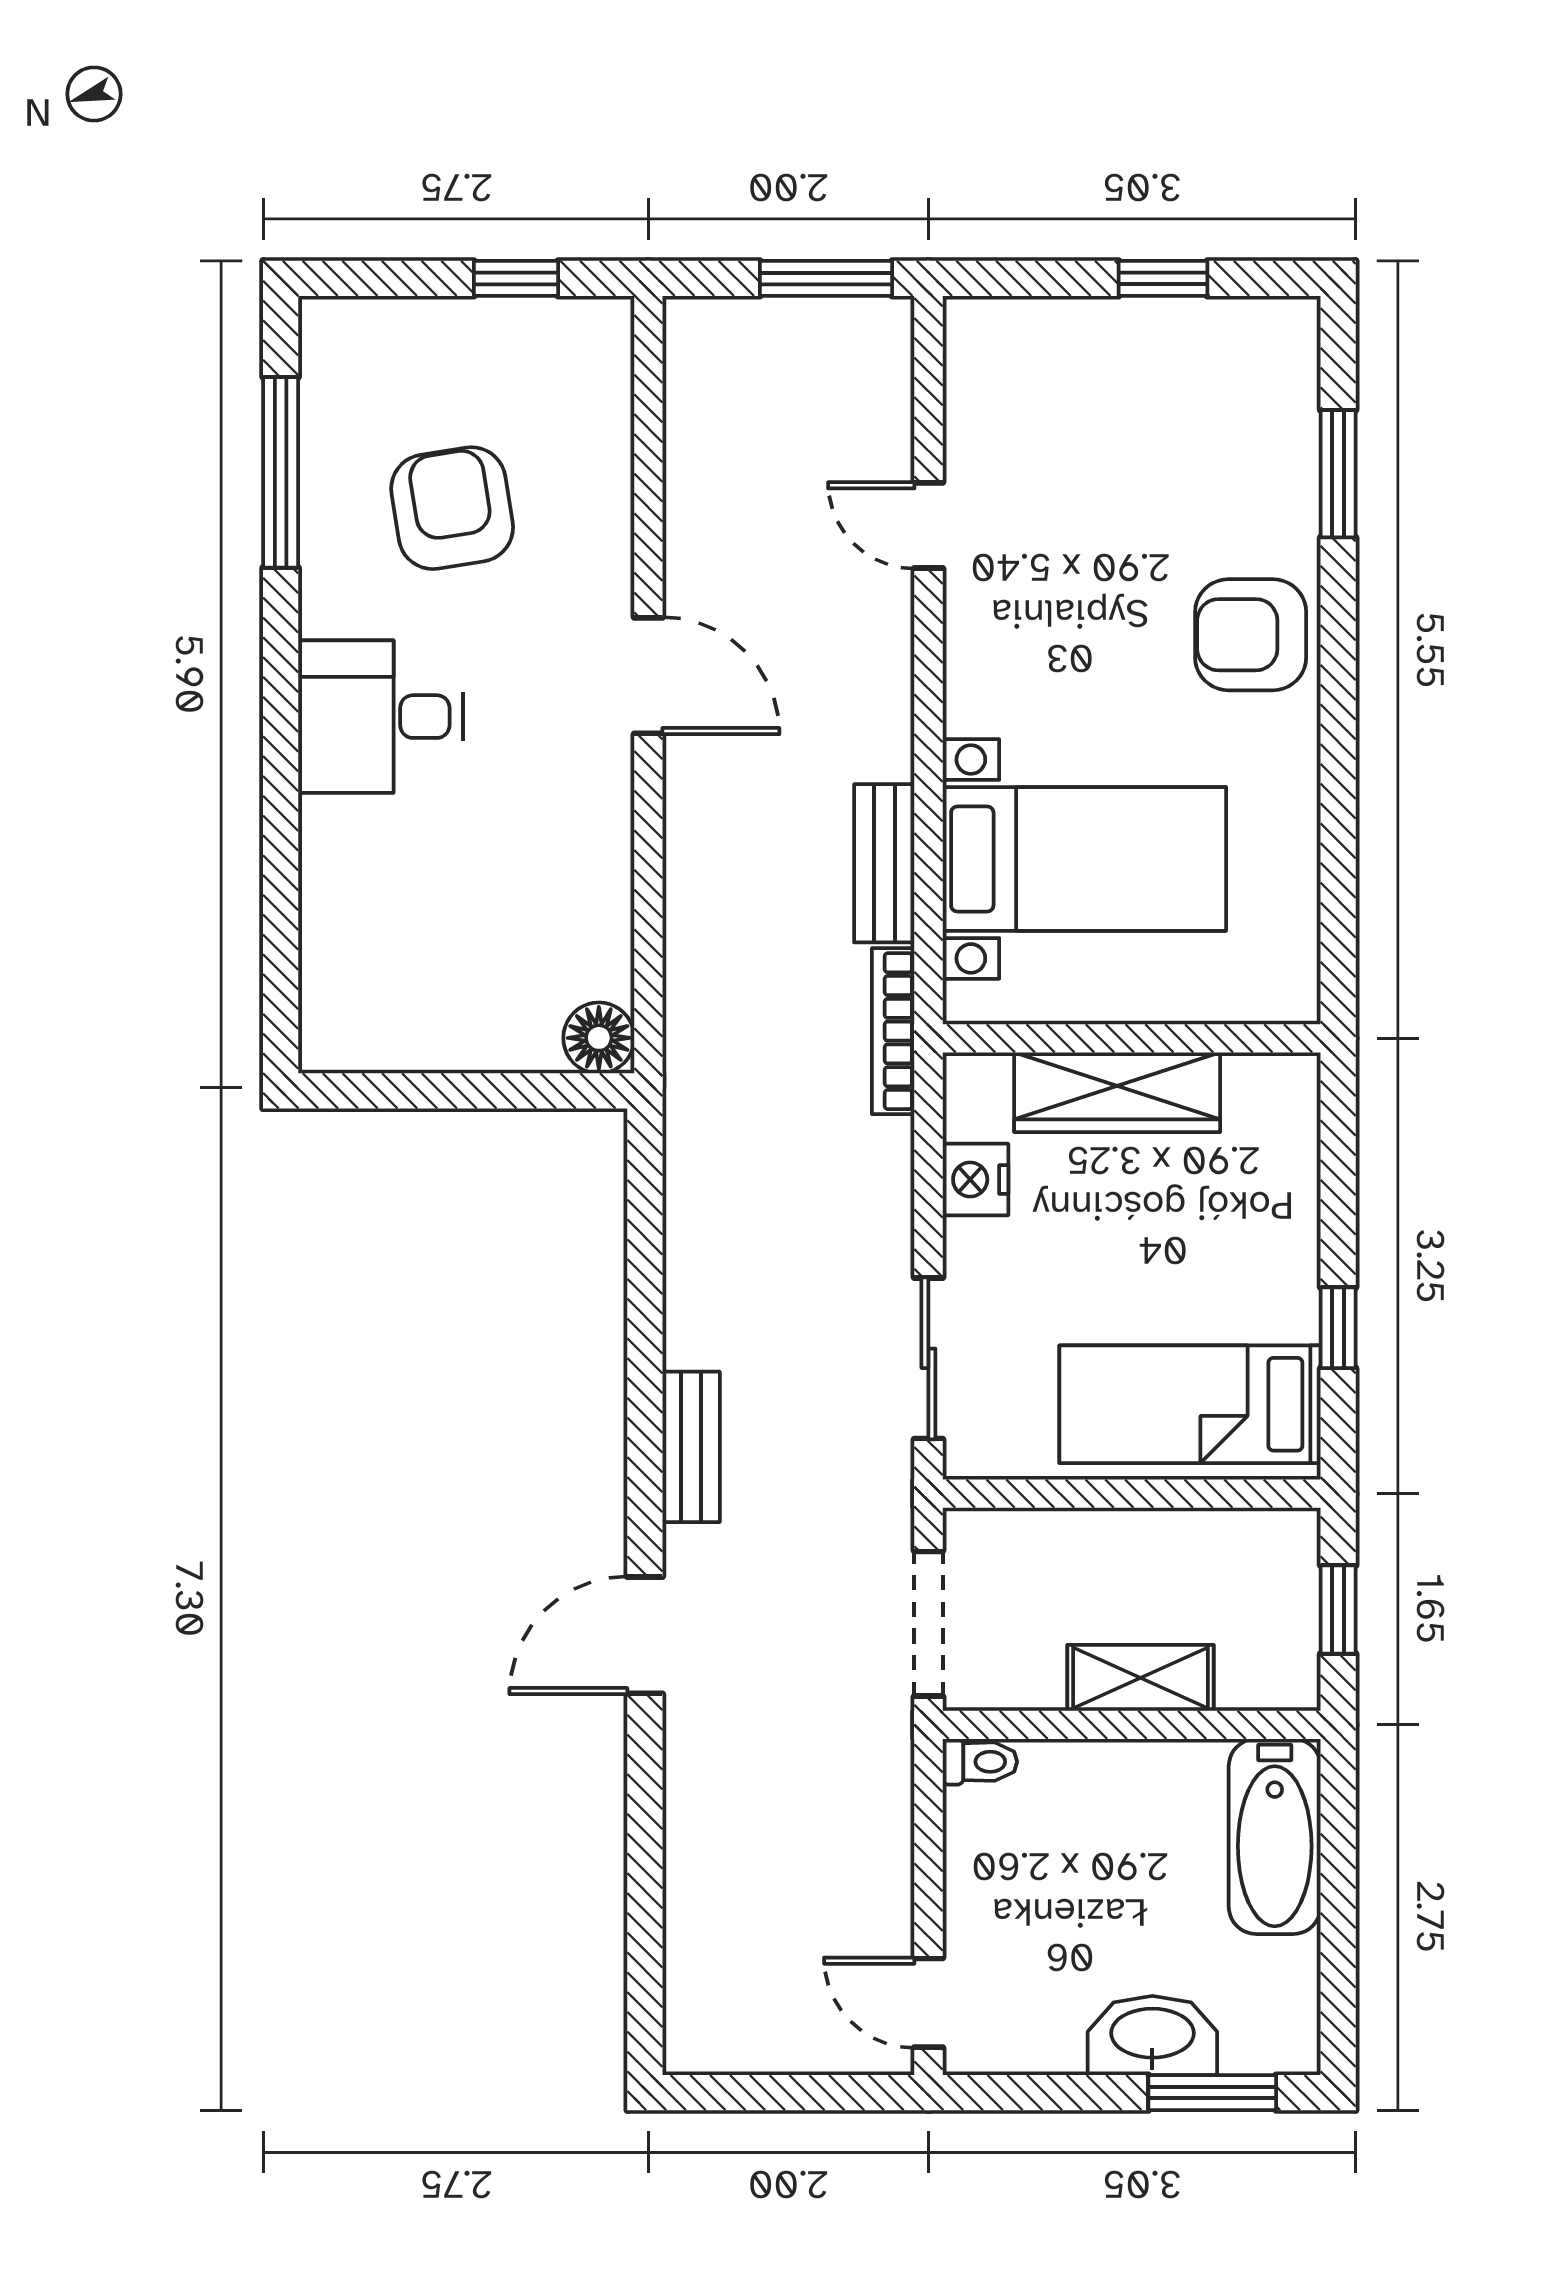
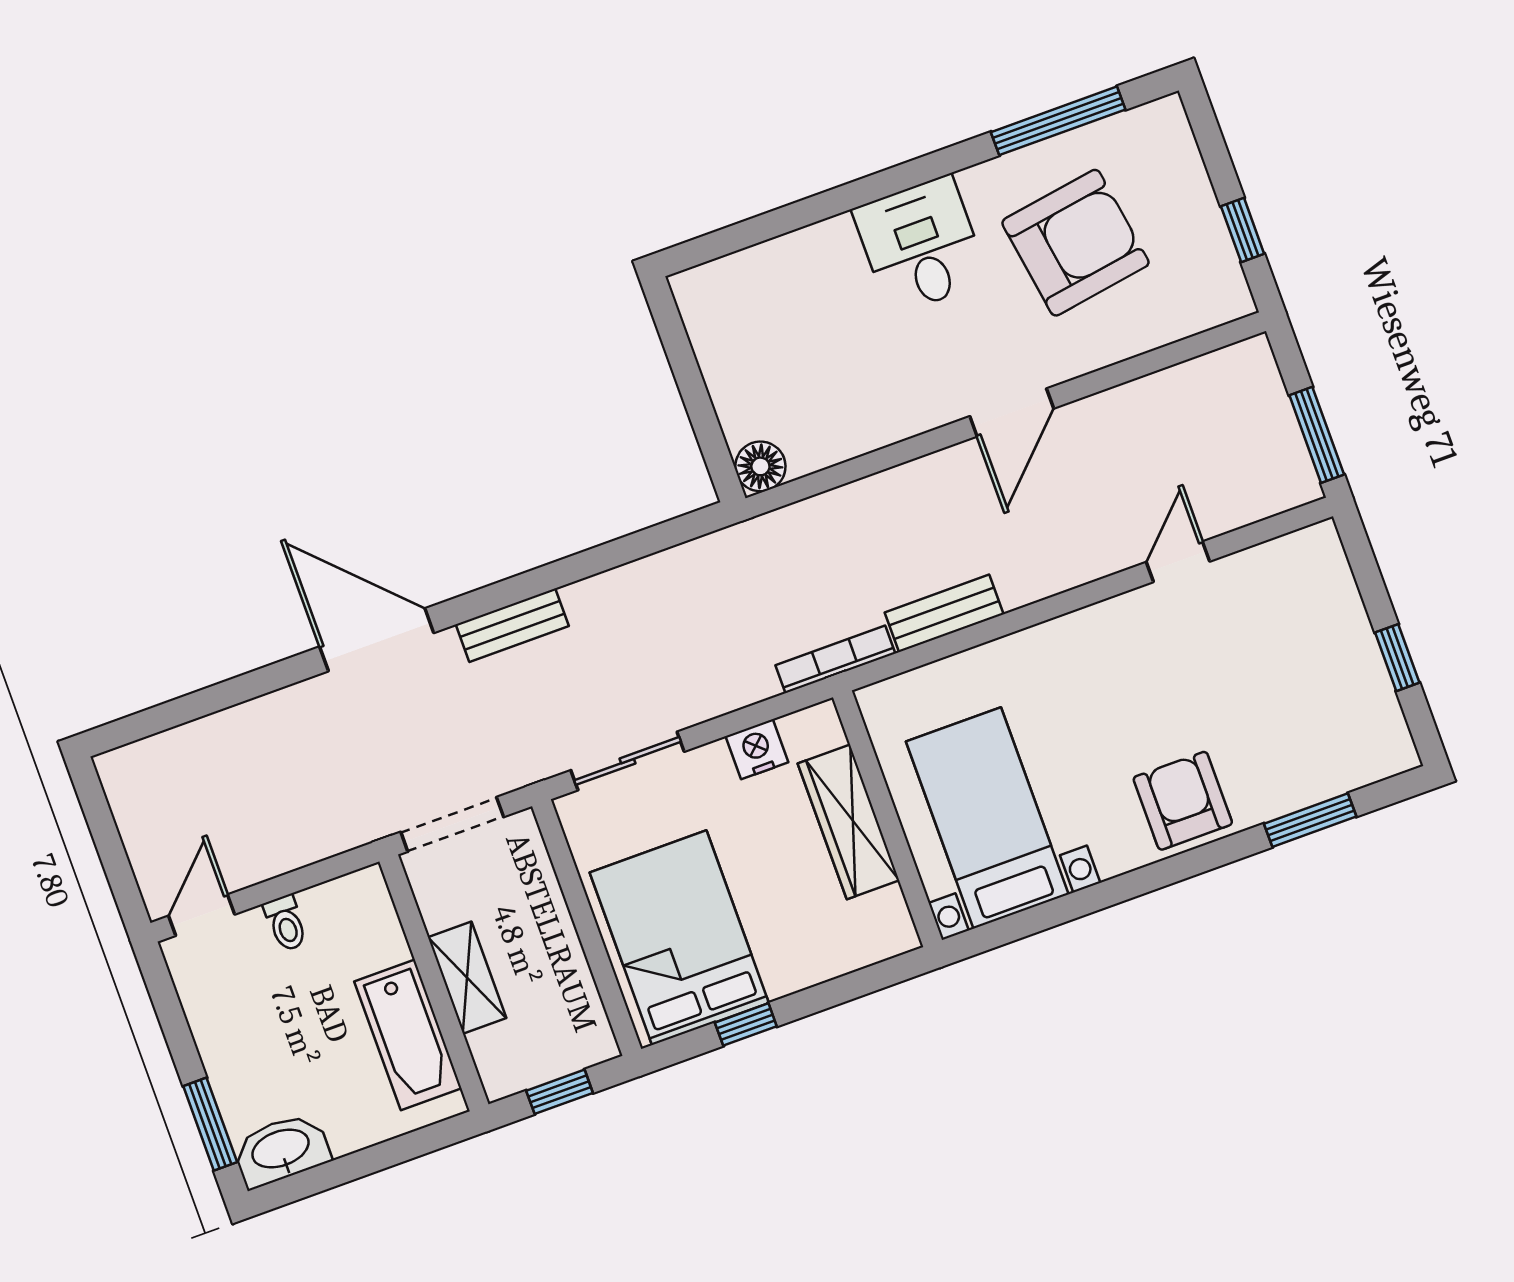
armchair: (452, 508) -> (1075, 243), width x1.36, depth x1.36
bed with nightstands: (1084, 859) -> (987, 818), moved, turned 180
bed: (1190, 1404) -> (679, 938), width x1.50
door: (645, 1635) -> (377, 640), width x1.36
toilet: (980, 1762) -> (286, 923), moved
bathtub: (1275, 1836) -> (408, 1035), moved, turned -90
washbasin: (1152, 2036) -> (281, 1150), moved, turned -90

